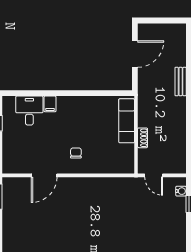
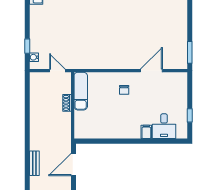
door: (135, 54) -> (74, 164), moved
bench: (181, 82) -> (34, 163), moved
exam couch: (127, 121) -> (81, 91), moved

